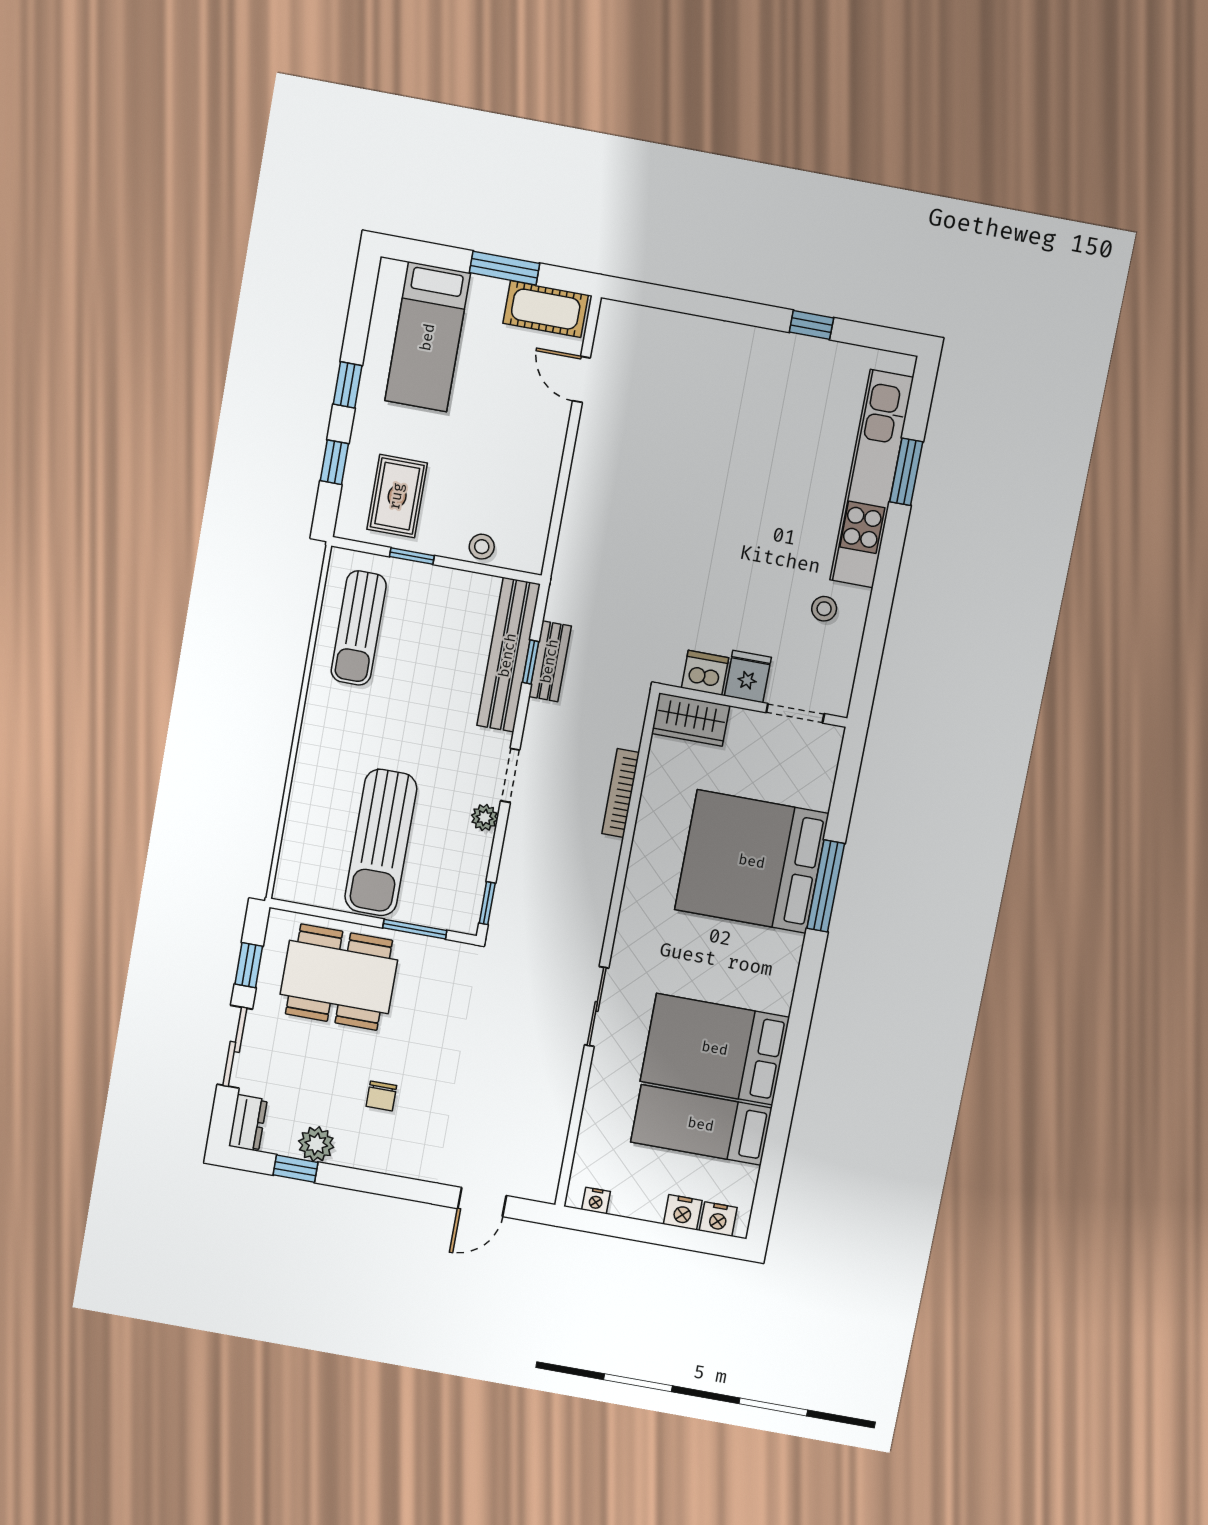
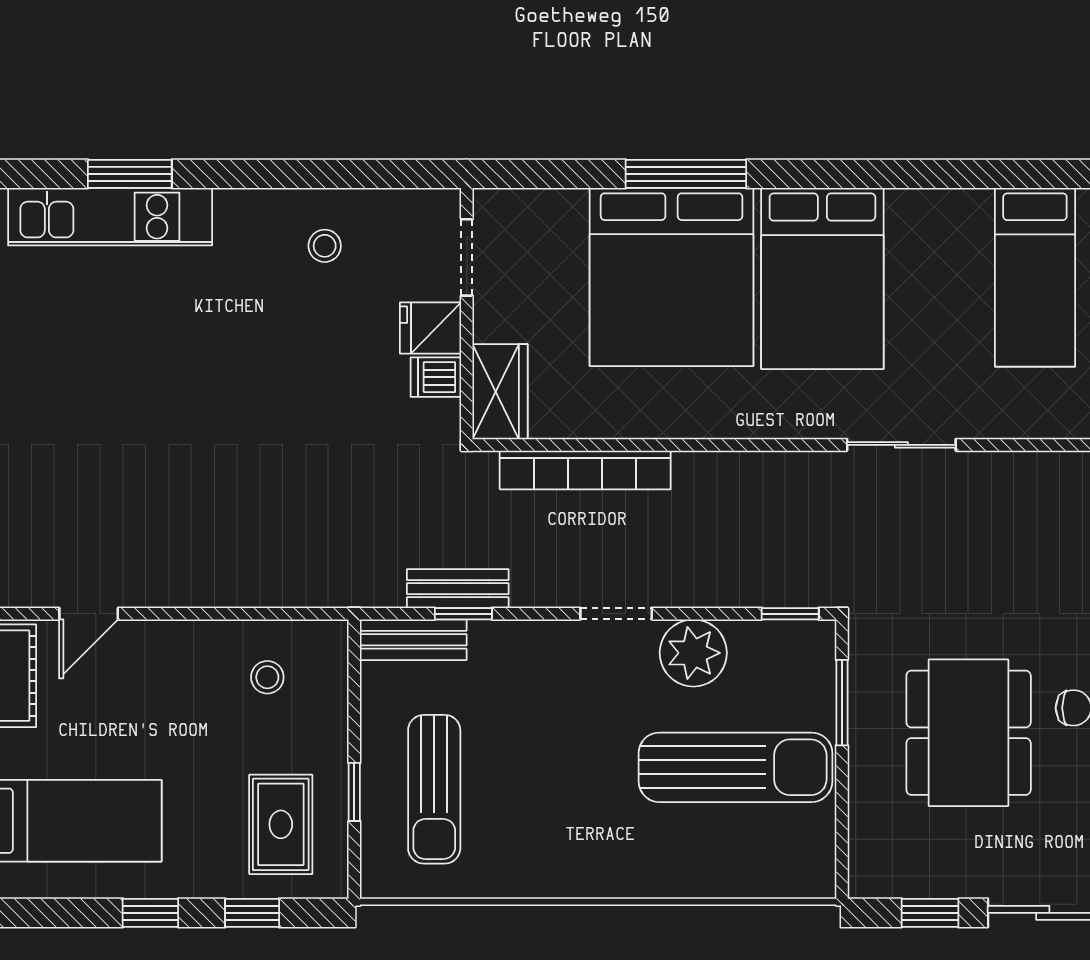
kitchen unit: (872, 479) -> (110, 217), width x0.73
rug: (397, 496) -> (281, 824), turned 90
stool: (482, 547) -> (267, 677), moved
sun lounger: (359, 628) -> (434, 789), moved, turned 90
bench: (508, 655) -> (413, 640), width x0.54, depth x0.82
dishwasher: (705, 673) -> (436, 377), width x0.73
bookcase: (621, 793) -> (585, 470), width x1.48, depth x1.31
plant: (485, 818) -> (693, 653), width x1.87, depth x1.87
dining table: (339, 977) -> (969, 733), moved
bed: (715, 1049) -> (822, 279), moved

